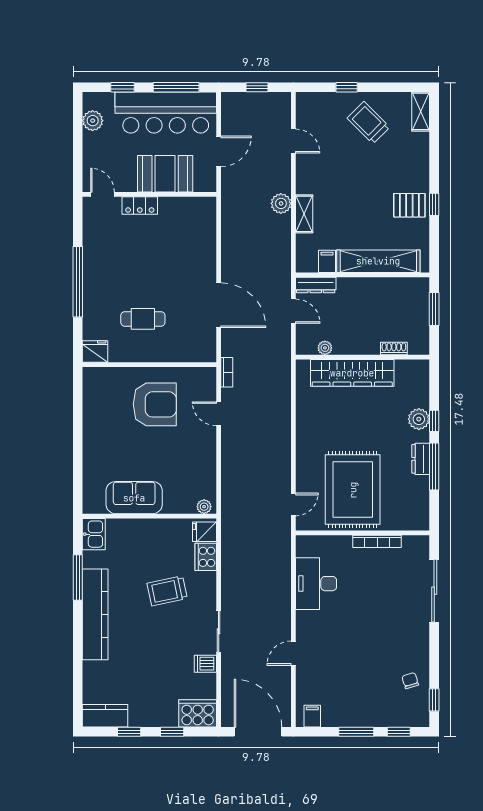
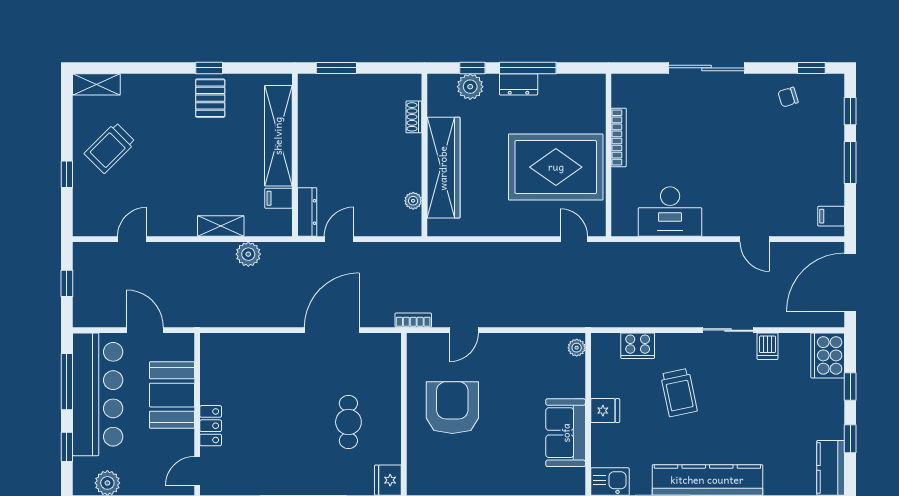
plant: (281, 203) -> (248, 254), moved
plant: (325, 348) -> (413, 201), moved
shoe rack: (394, 348) -> (414, 117), moved
wall: (363, 357) -> (424, 155), moved
wardrobe: (352, 373) -> (443, 168), moved
fridge: (204, 532) -> (605, 411), moved, turned -90
sliding door: (434, 591) -> (707, 68), moved

